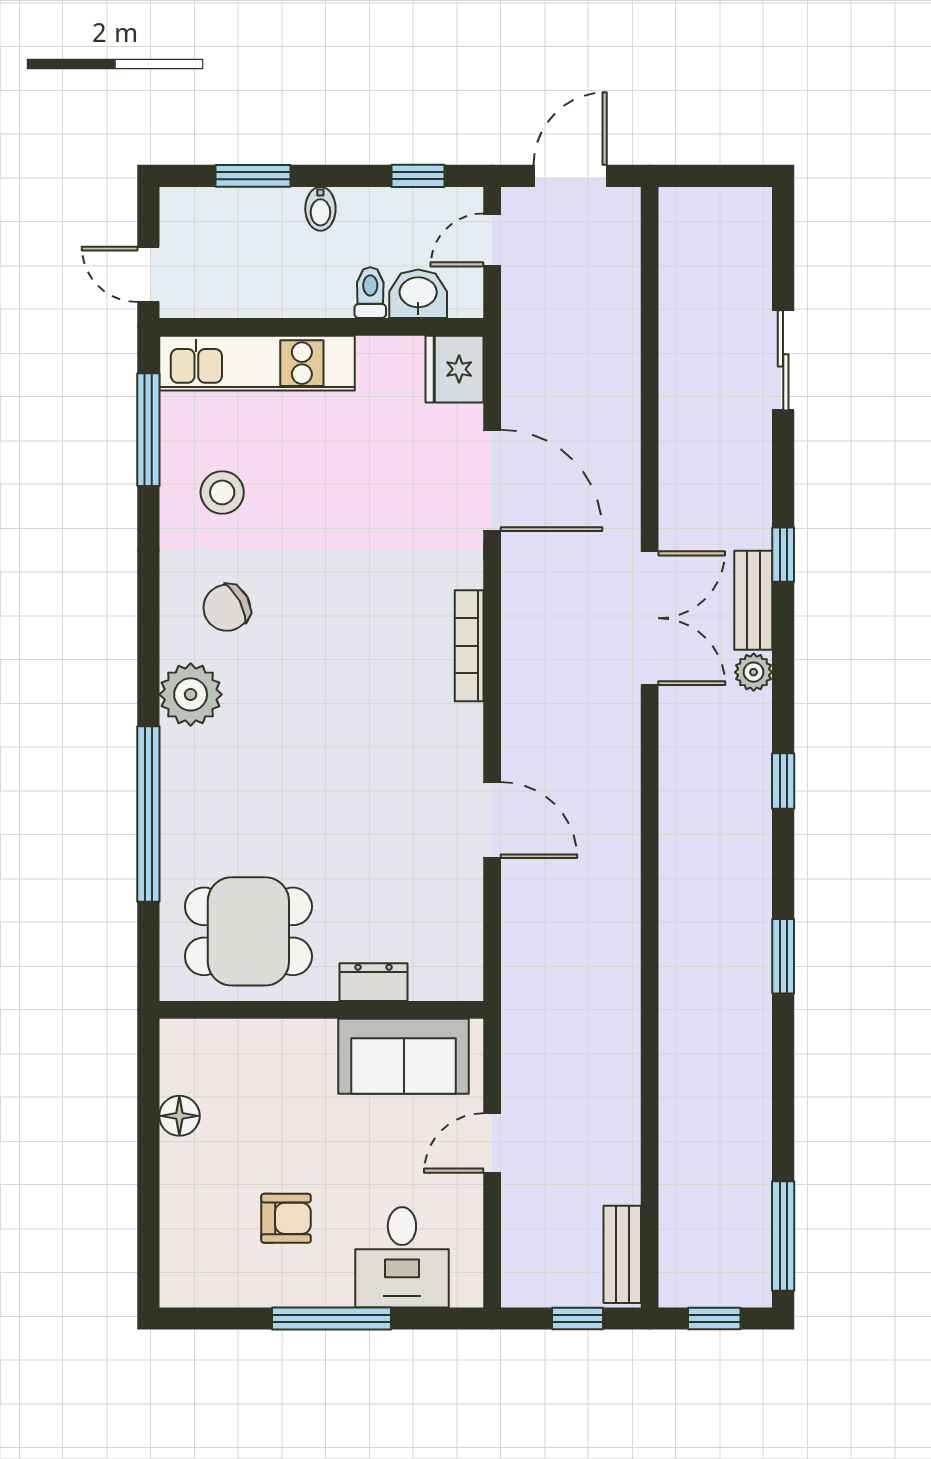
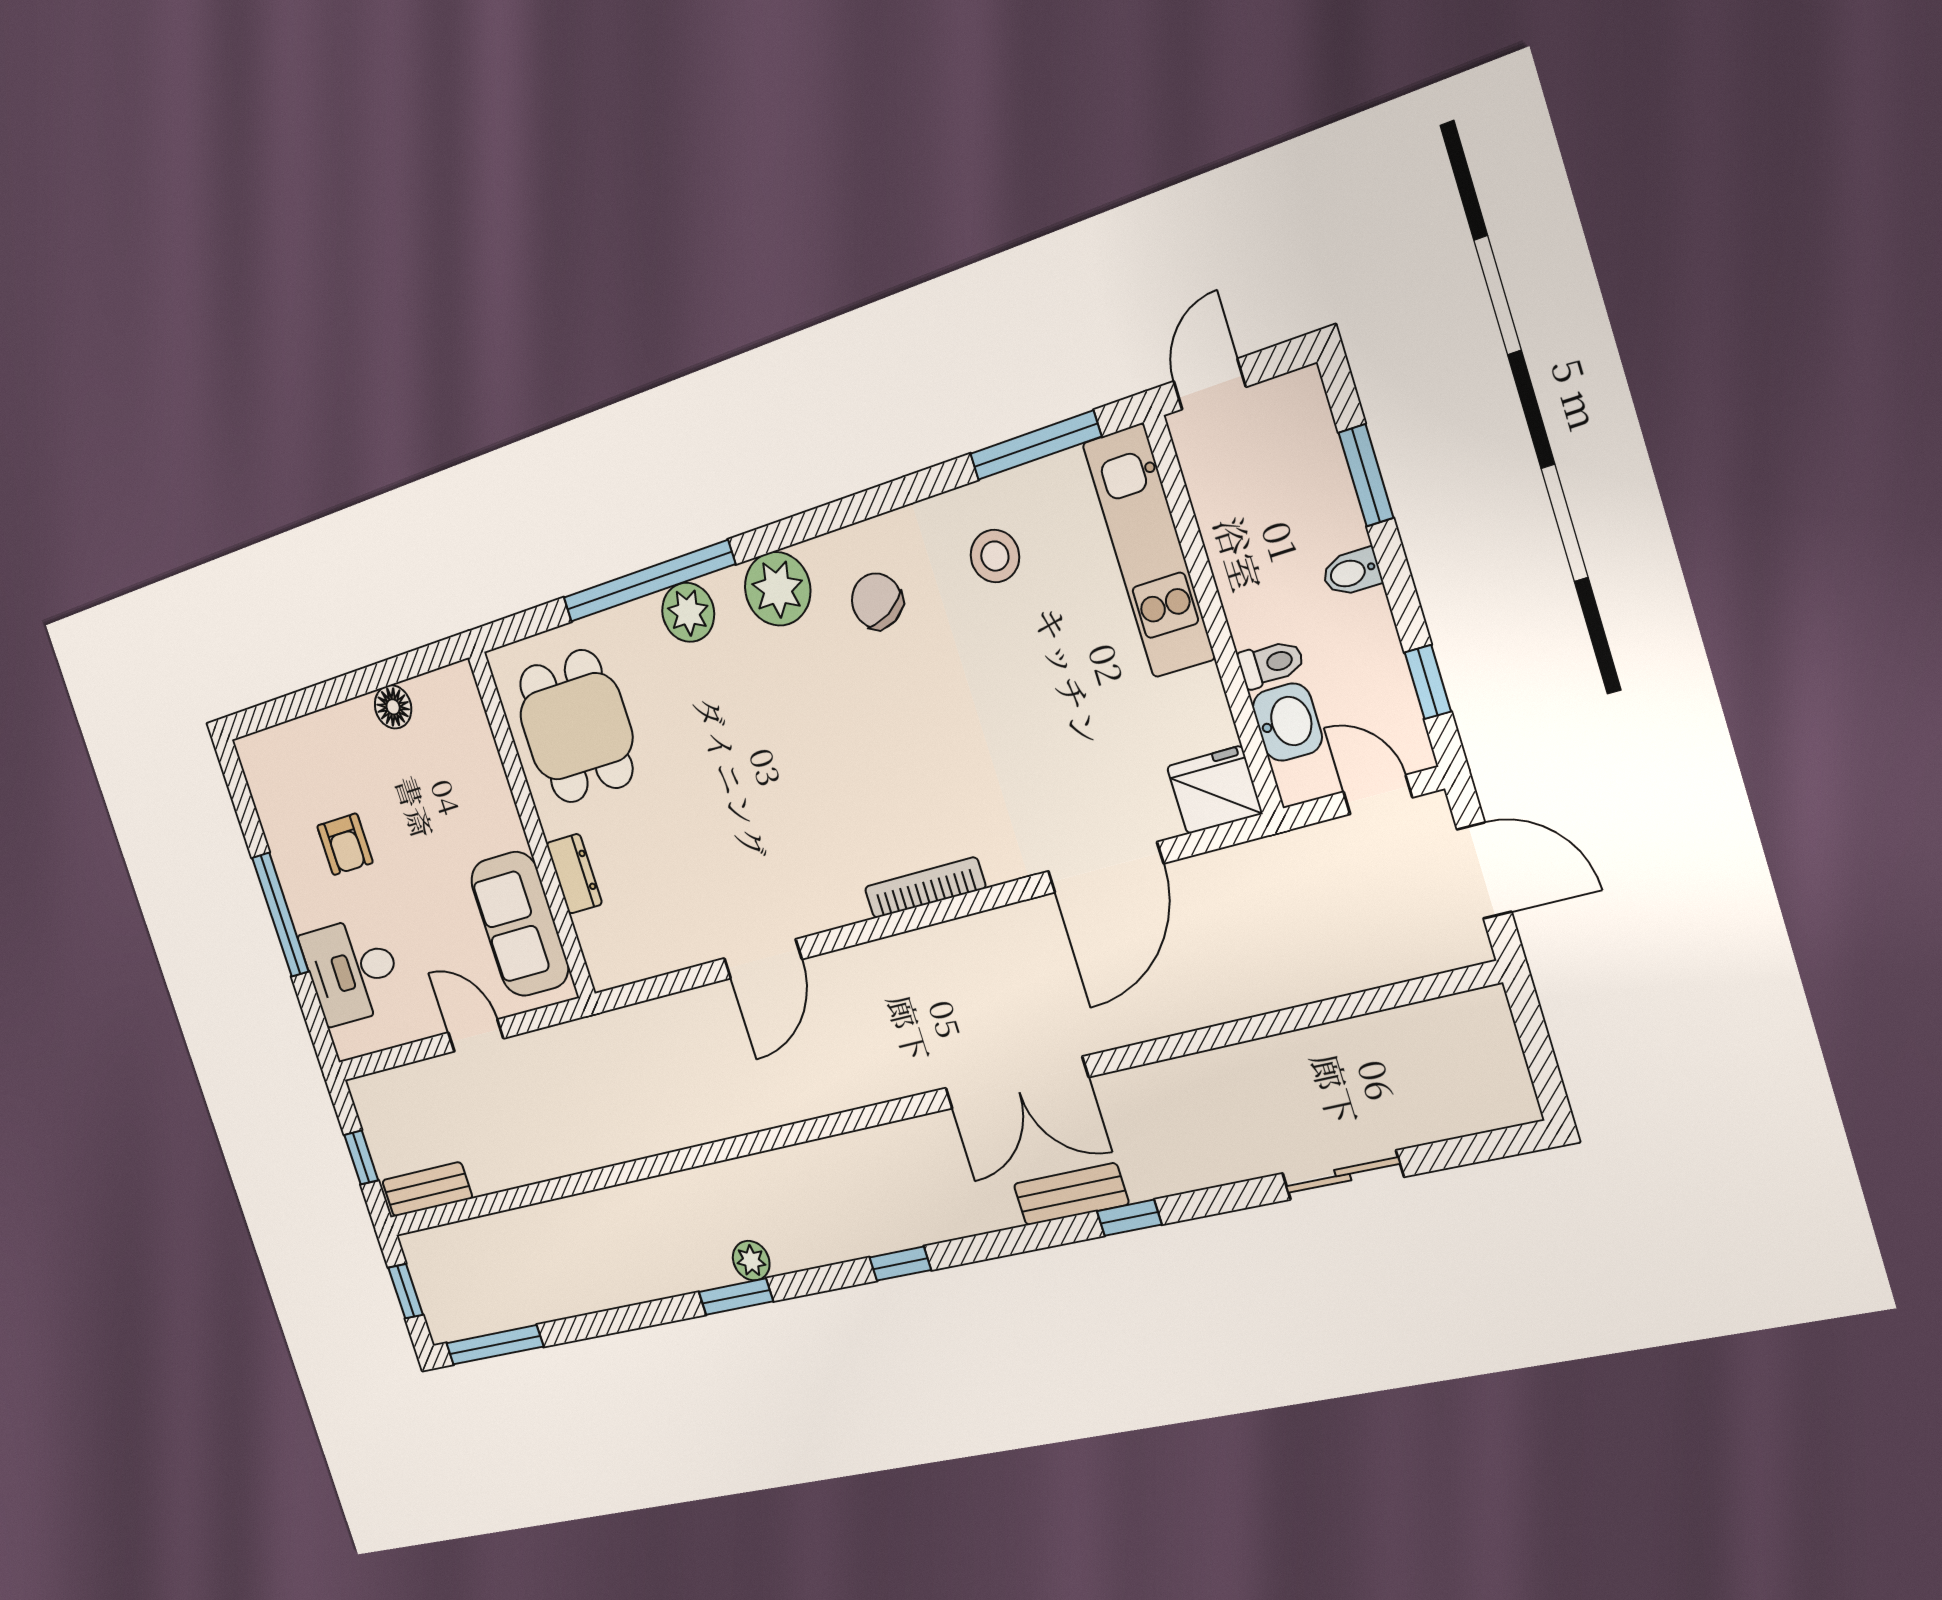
plant: (754, 672) -> (751, 1261), moved
plant: (185, 785) -> (688, 612), added

